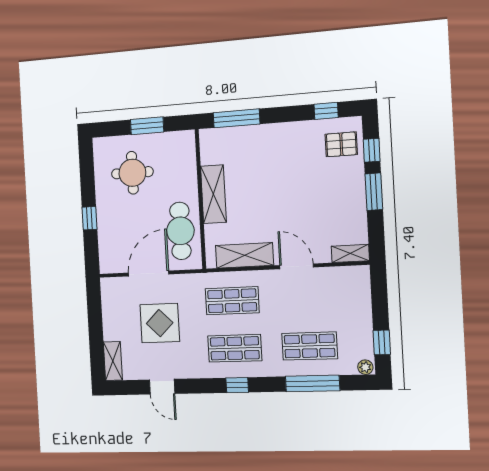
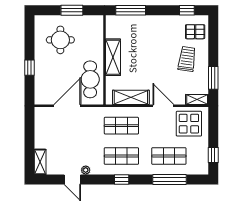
window: (372, 150) -> (213, 37), removed
trolley: (330, 189) -> (187, 59), added
window: (374, 192) -> (213, 78), moved
display table: (160, 323) -> (189, 124), moved
plant: (365, 367) -> (86, 170), moved

